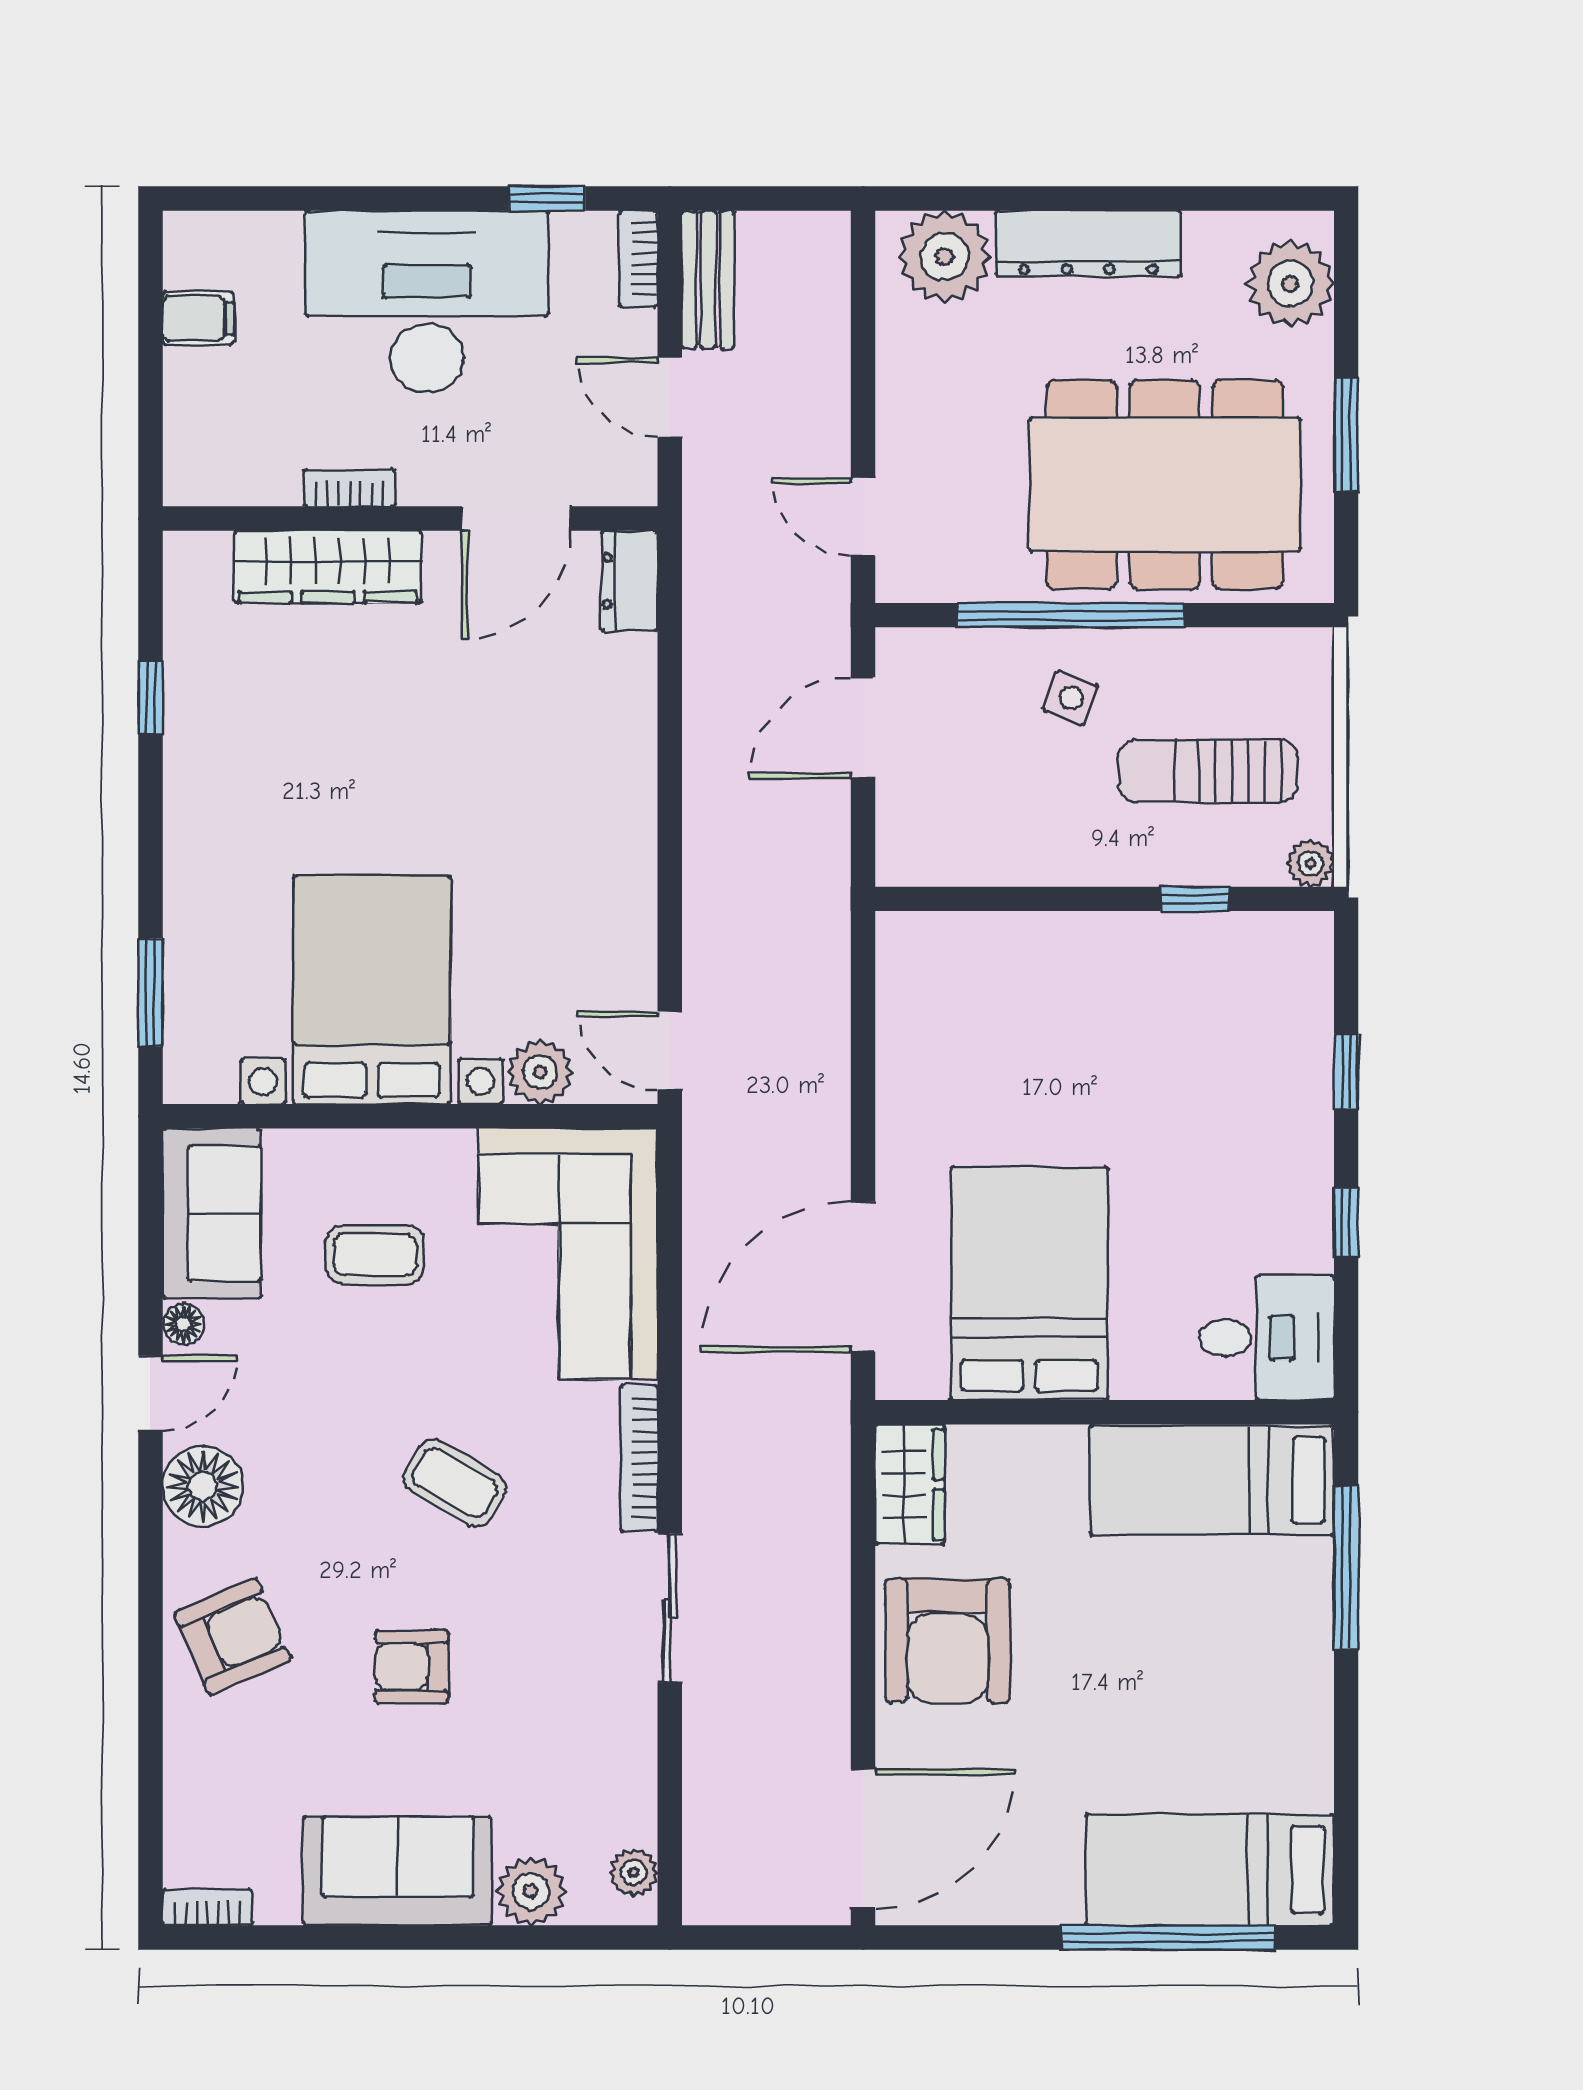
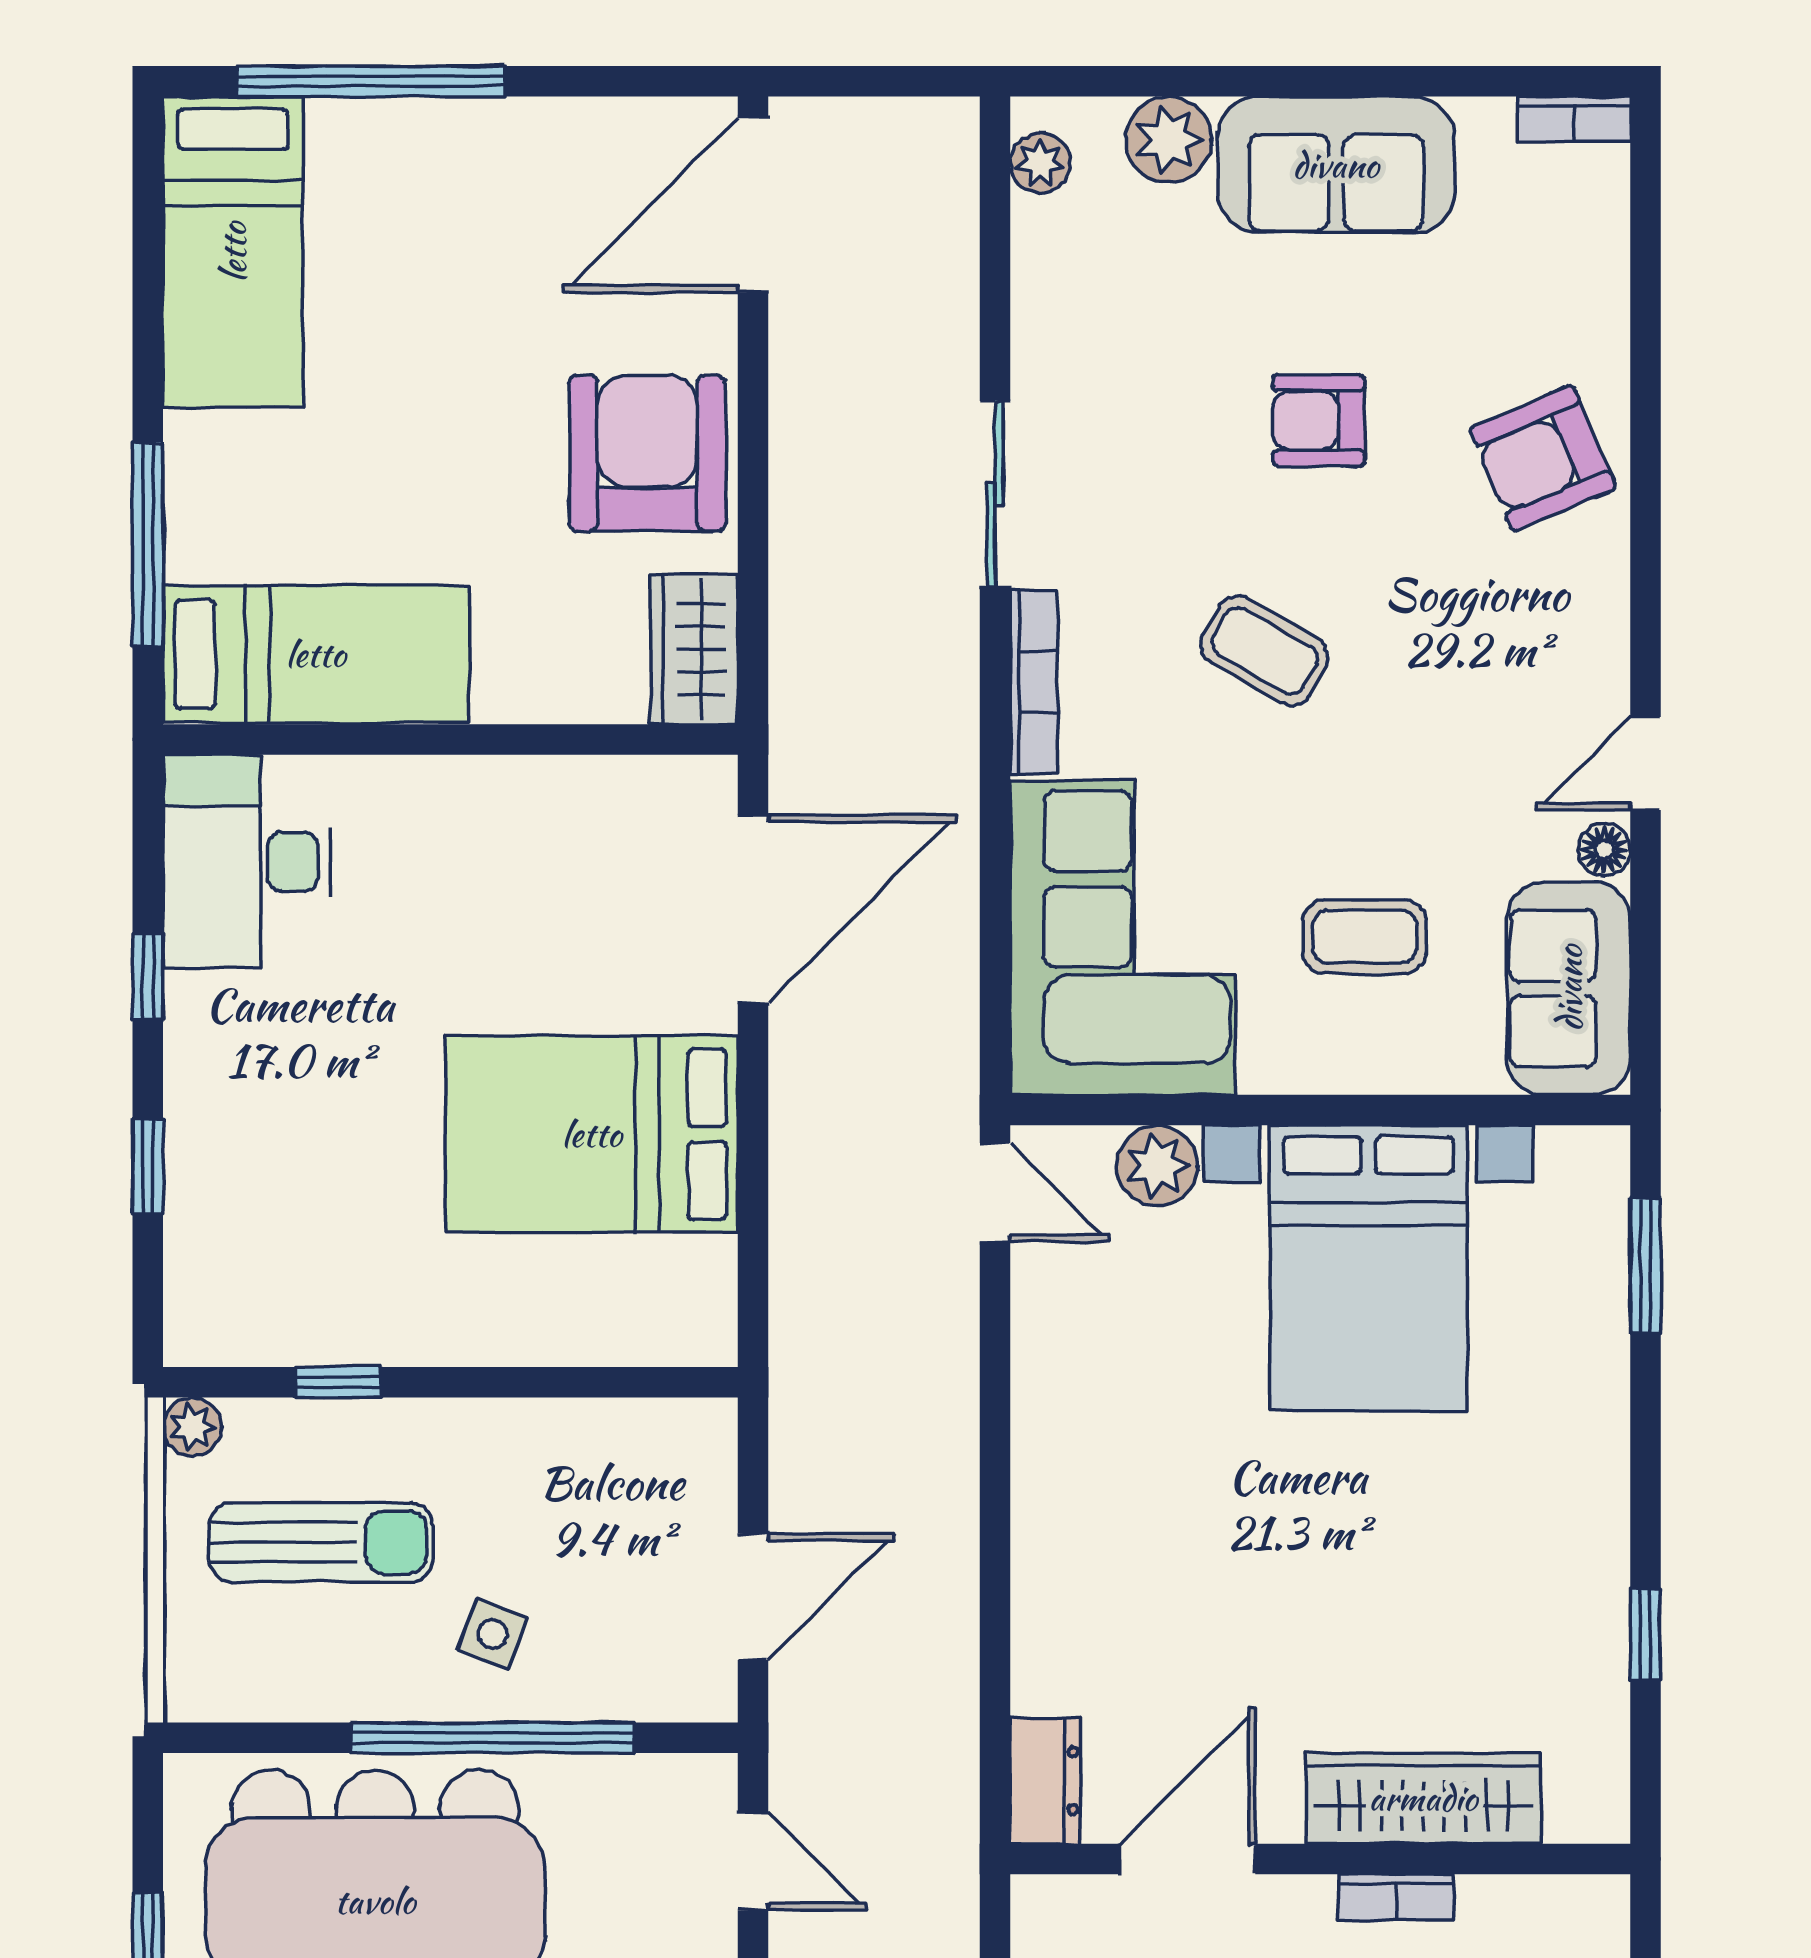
bed: (1029, 1284) -> (592, 1134), moved, turned 90
desk: (1267, 1338) -> (247, 862), width x1.37
floor lamp: (203, 1486) -> (1580, 647), removed
armchair: (412, 1667) -> (1318, 421), turned 180
bed: (1210, 1870) -> (233, 252), moved, turned 90

